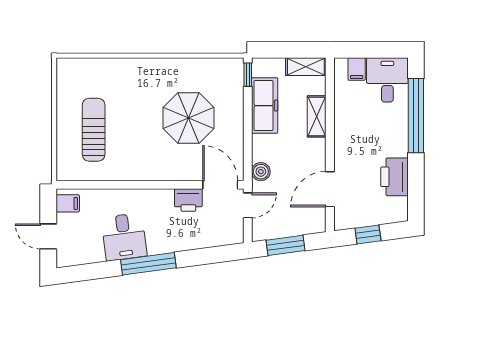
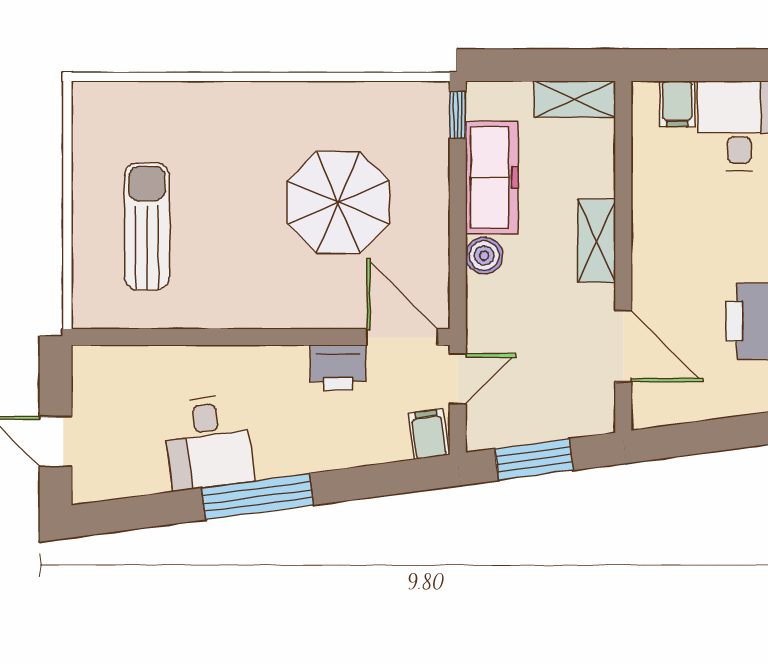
shelving: (317, 116) -> (597, 241), moved
boiler: (261, 172) -> (484, 255), moved
door: (330, 189) -> (623, 346), swing flipped
filing cabinet: (68, 203) -> (428, 434), moved, turned -98
window: (368, 234) -> (700, 437), removed

